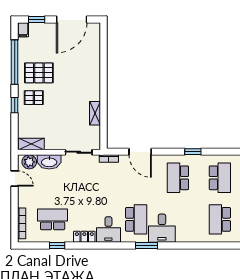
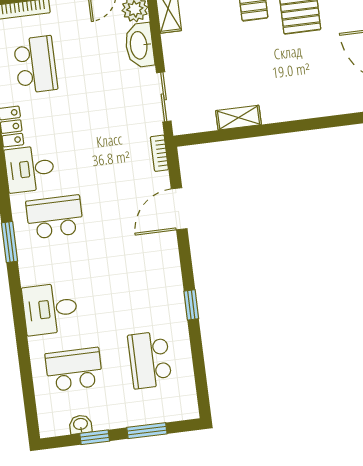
school desk: (178, 178) -> (140, 284), removed
school desk: (220, 178) -> (150, 360), turned 90
school desk: (136, 219) -> (55, 217), turned 180
desk: (162, 228) -> (50, 309), moved

